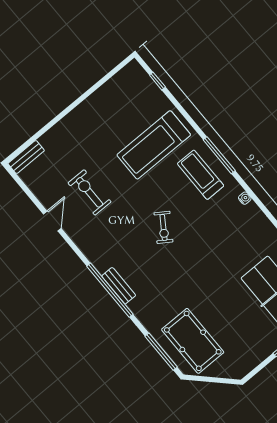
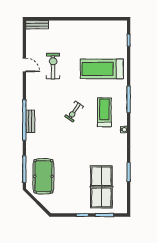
treadmill: (201, 175) -> (104, 112), moved
door: (52, 221) -> (24, 65), hinge flipped

